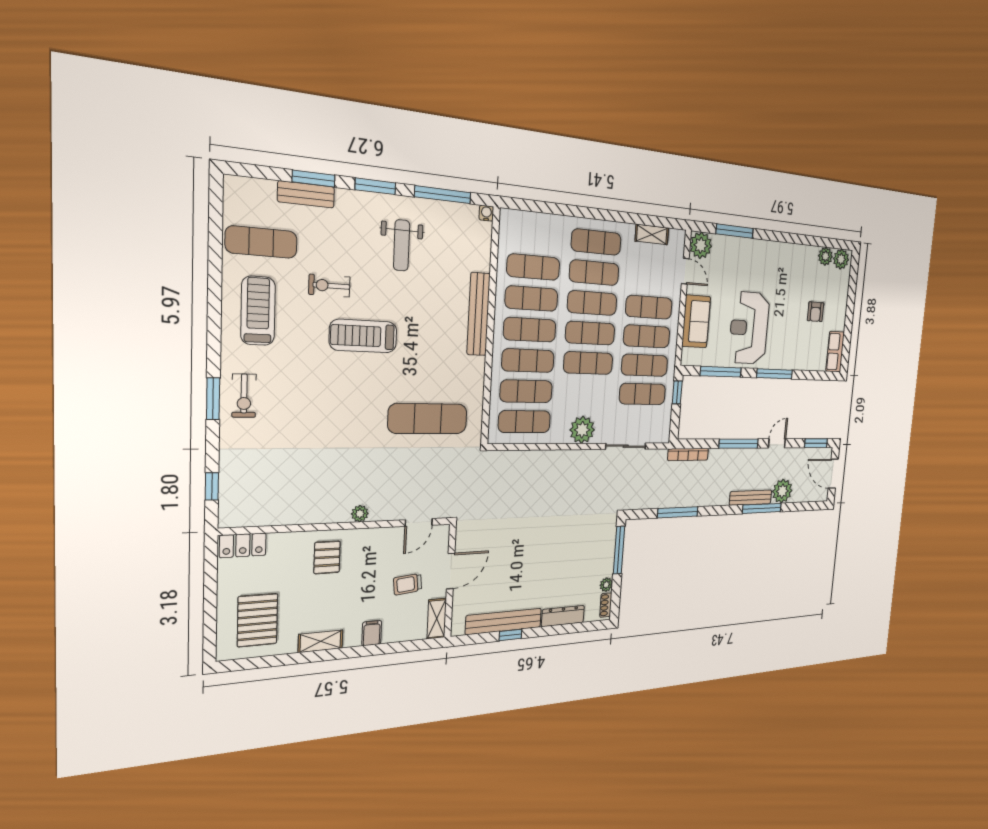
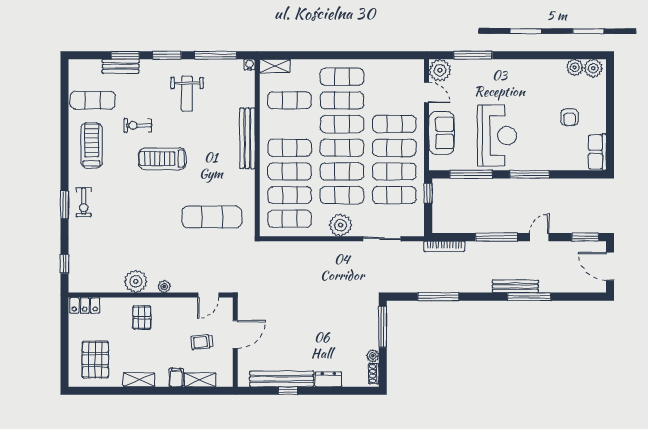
shelving: (652, 234) -> (275, 66), moved
exercise mat: (532, 299) -> (342, 195), moved
reception desk: (749, 328) -> (497, 136), turned 180
plant: (782, 491) -> (136, 281), moved
dresser: (563, 616) -> (328, 379), width x0.70
shelving: (437, 619) -> (200, 380), moved, turned 90

